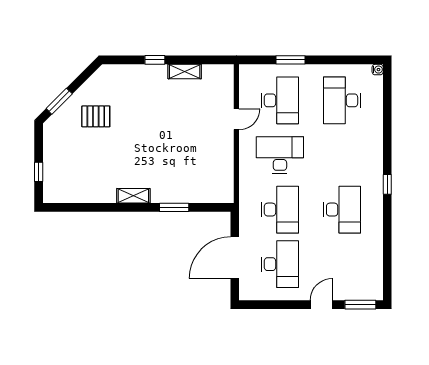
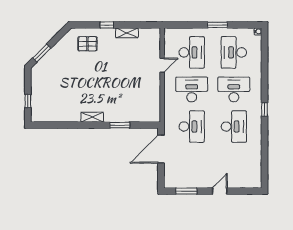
window: (291, 60) -> (217, 25), moved
pallet: (96, 116) -> (87, 44), moved
door: (235, 258) -> (161, 149), moved
desk: (280, 264) -> (234, 89), moved, turned -90
window: (360, 305) -> (186, 191), moved

